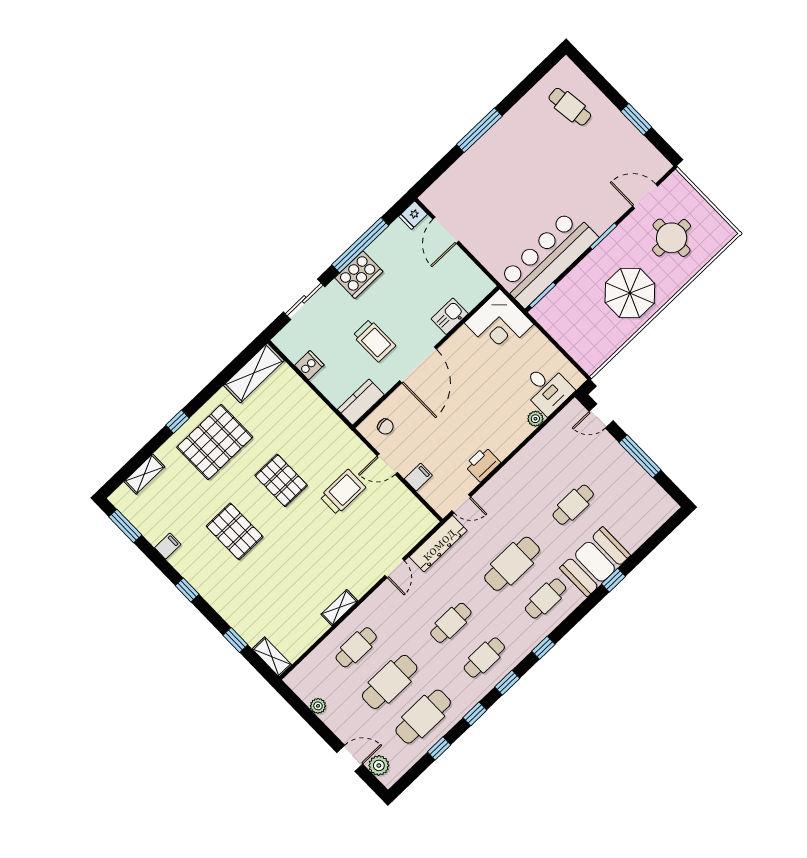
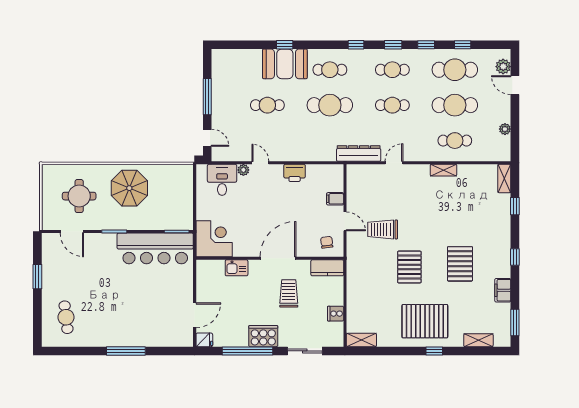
shelving: (254, 373) -> (361, 340), width x0.67, depth x0.75
door: (461, 504) -> (260, 163), moved
filing cabinet: (168, 546) -> (503, 290), width x2.00

